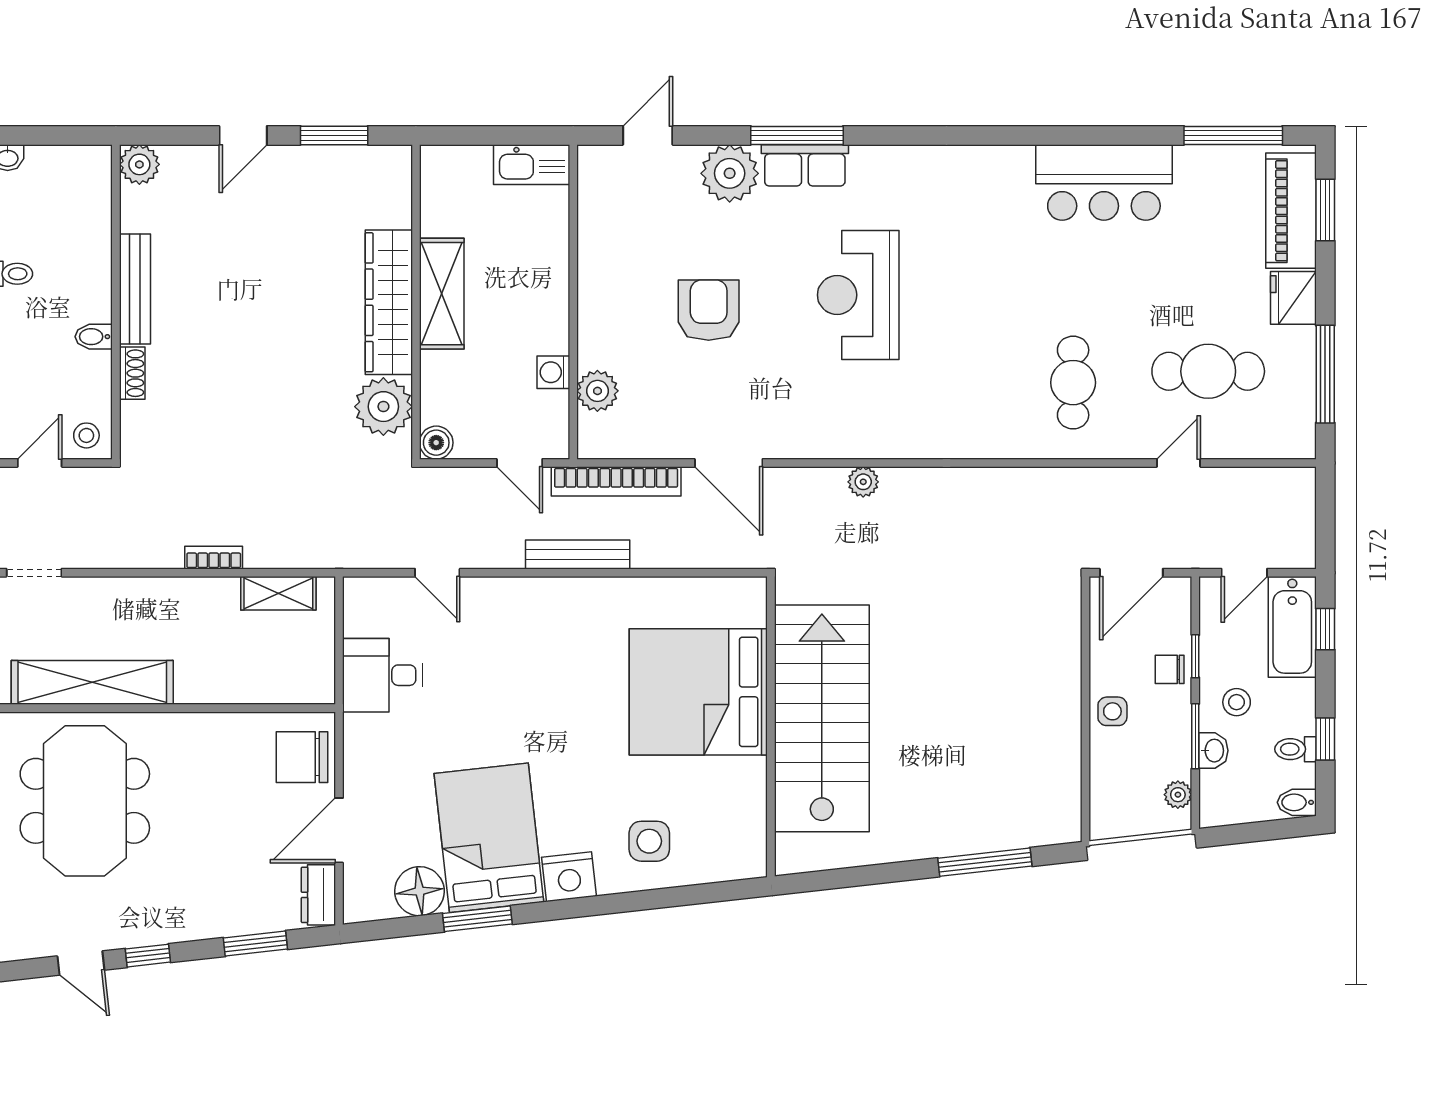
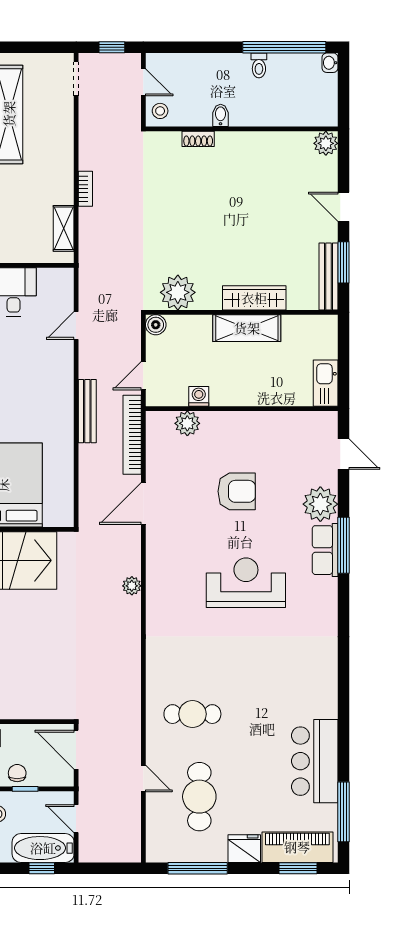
bar counter: (1104, 182) -> (315, 761), moved
bench: (135, 289) -> (328, 276), moved, turned 90
wardrobe: (389, 302) -> (254, 298), width x0.71, depth x0.85

